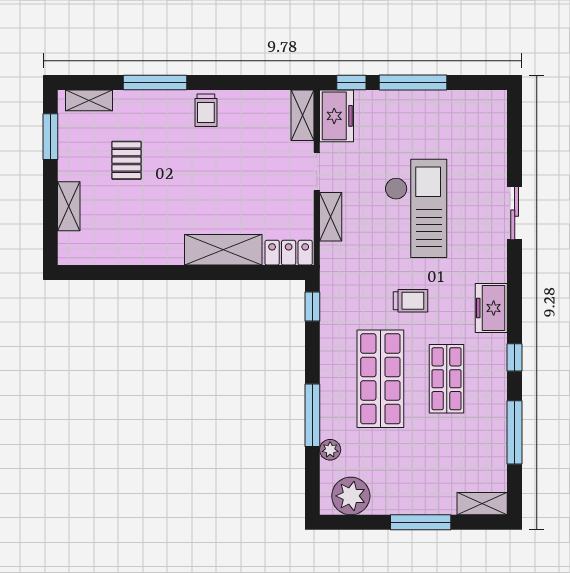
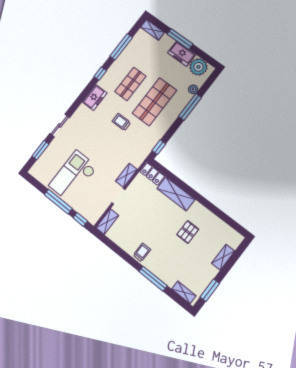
freezer: (337, 116) -> (182, 54), moved, turned -90
window: (515, 145) -> (40, 150), added
pallet: (126, 160) -> (188, 232), moved
checkout: (416, 208) -> (73, 176), moved

